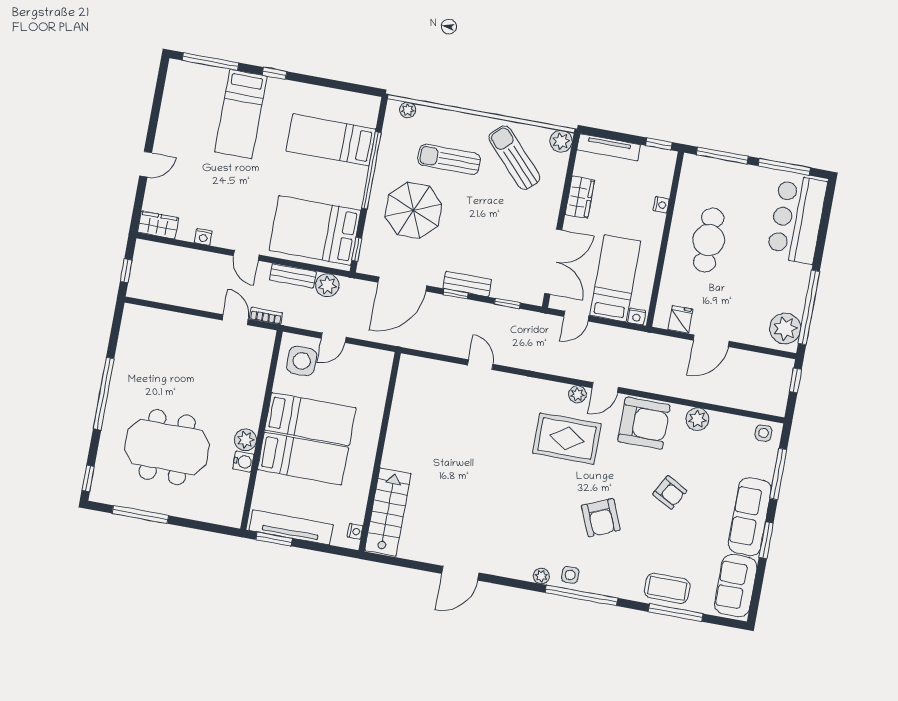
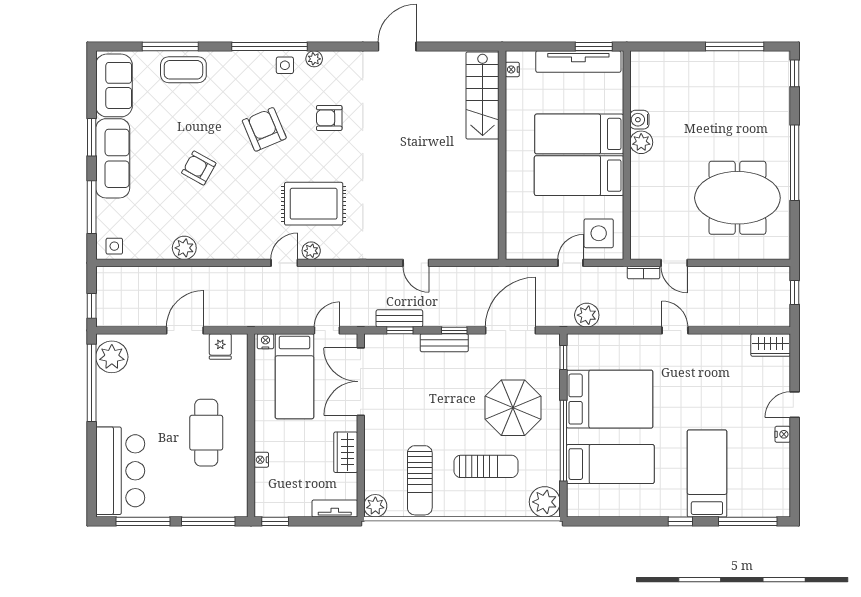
plant: (408, 110) -> (545, 502), width x1.88, depth x1.88
tv unit: (609, 147) -> (335, 509), width x0.71
sun lounger: (514, 158) -> (420, 480), turned 43
bed: (315, 230) -> (610, 399), moved
nightstand: (203, 237) -> (783, 434), moved, turned 90
bench: (293, 276) -> (399, 318), moved
armchair: (644, 423) -> (329, 118), moved, width x0.53, depth x0.53
meeting table: (167, 447) -> (737, 198), moved

